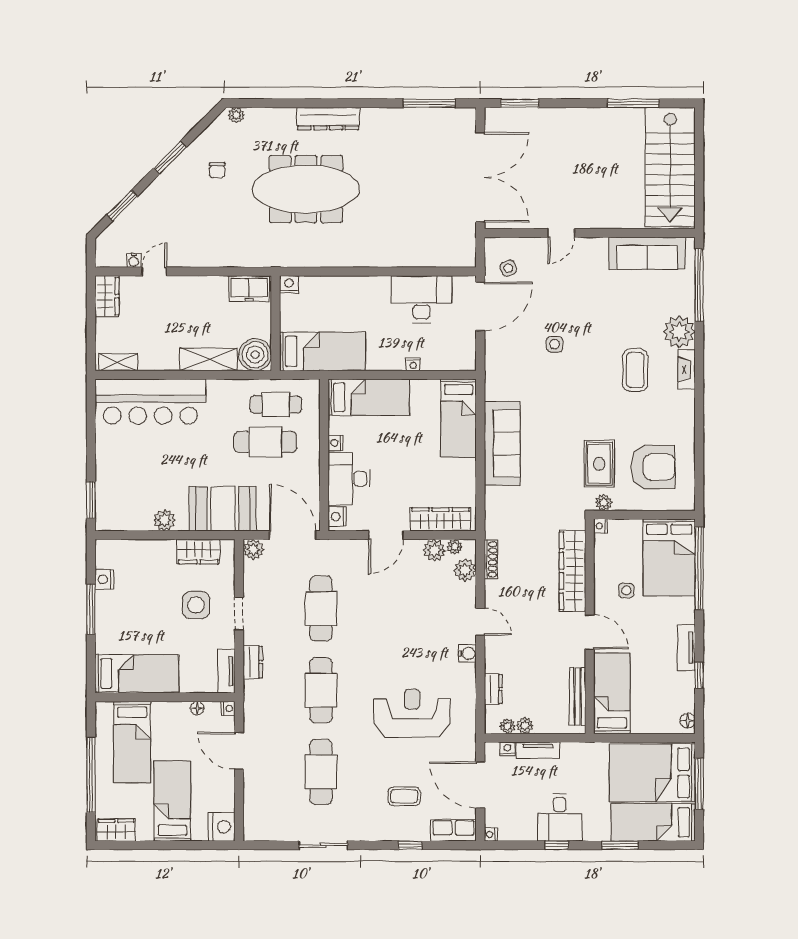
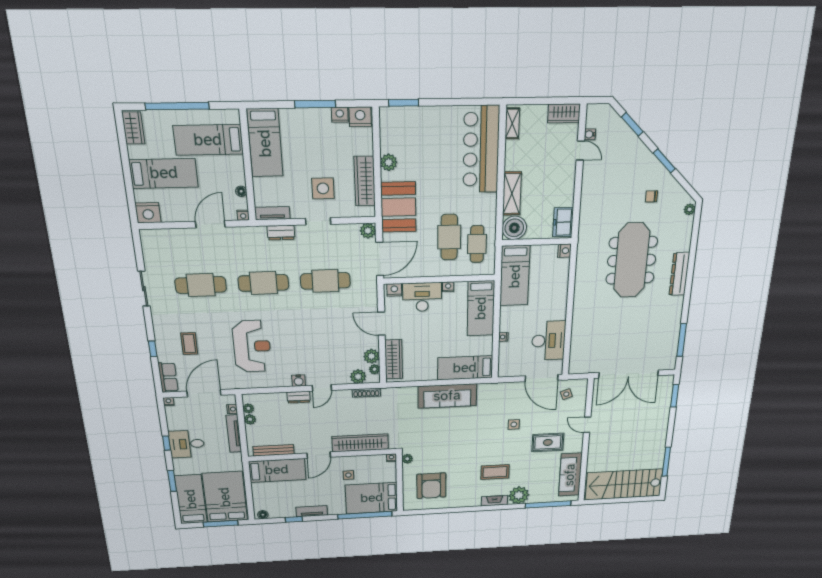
rug: (599, 464) -> (548, 442), moved
wardrobe: (198, 552) -> (365, 181), width x1.50
nightstand: (107, 554) -> (360, 117), added
dresser: (493, 689) -> (299, 397), moved
tv unit: (538, 750) -> (234, 434), width x1.41

